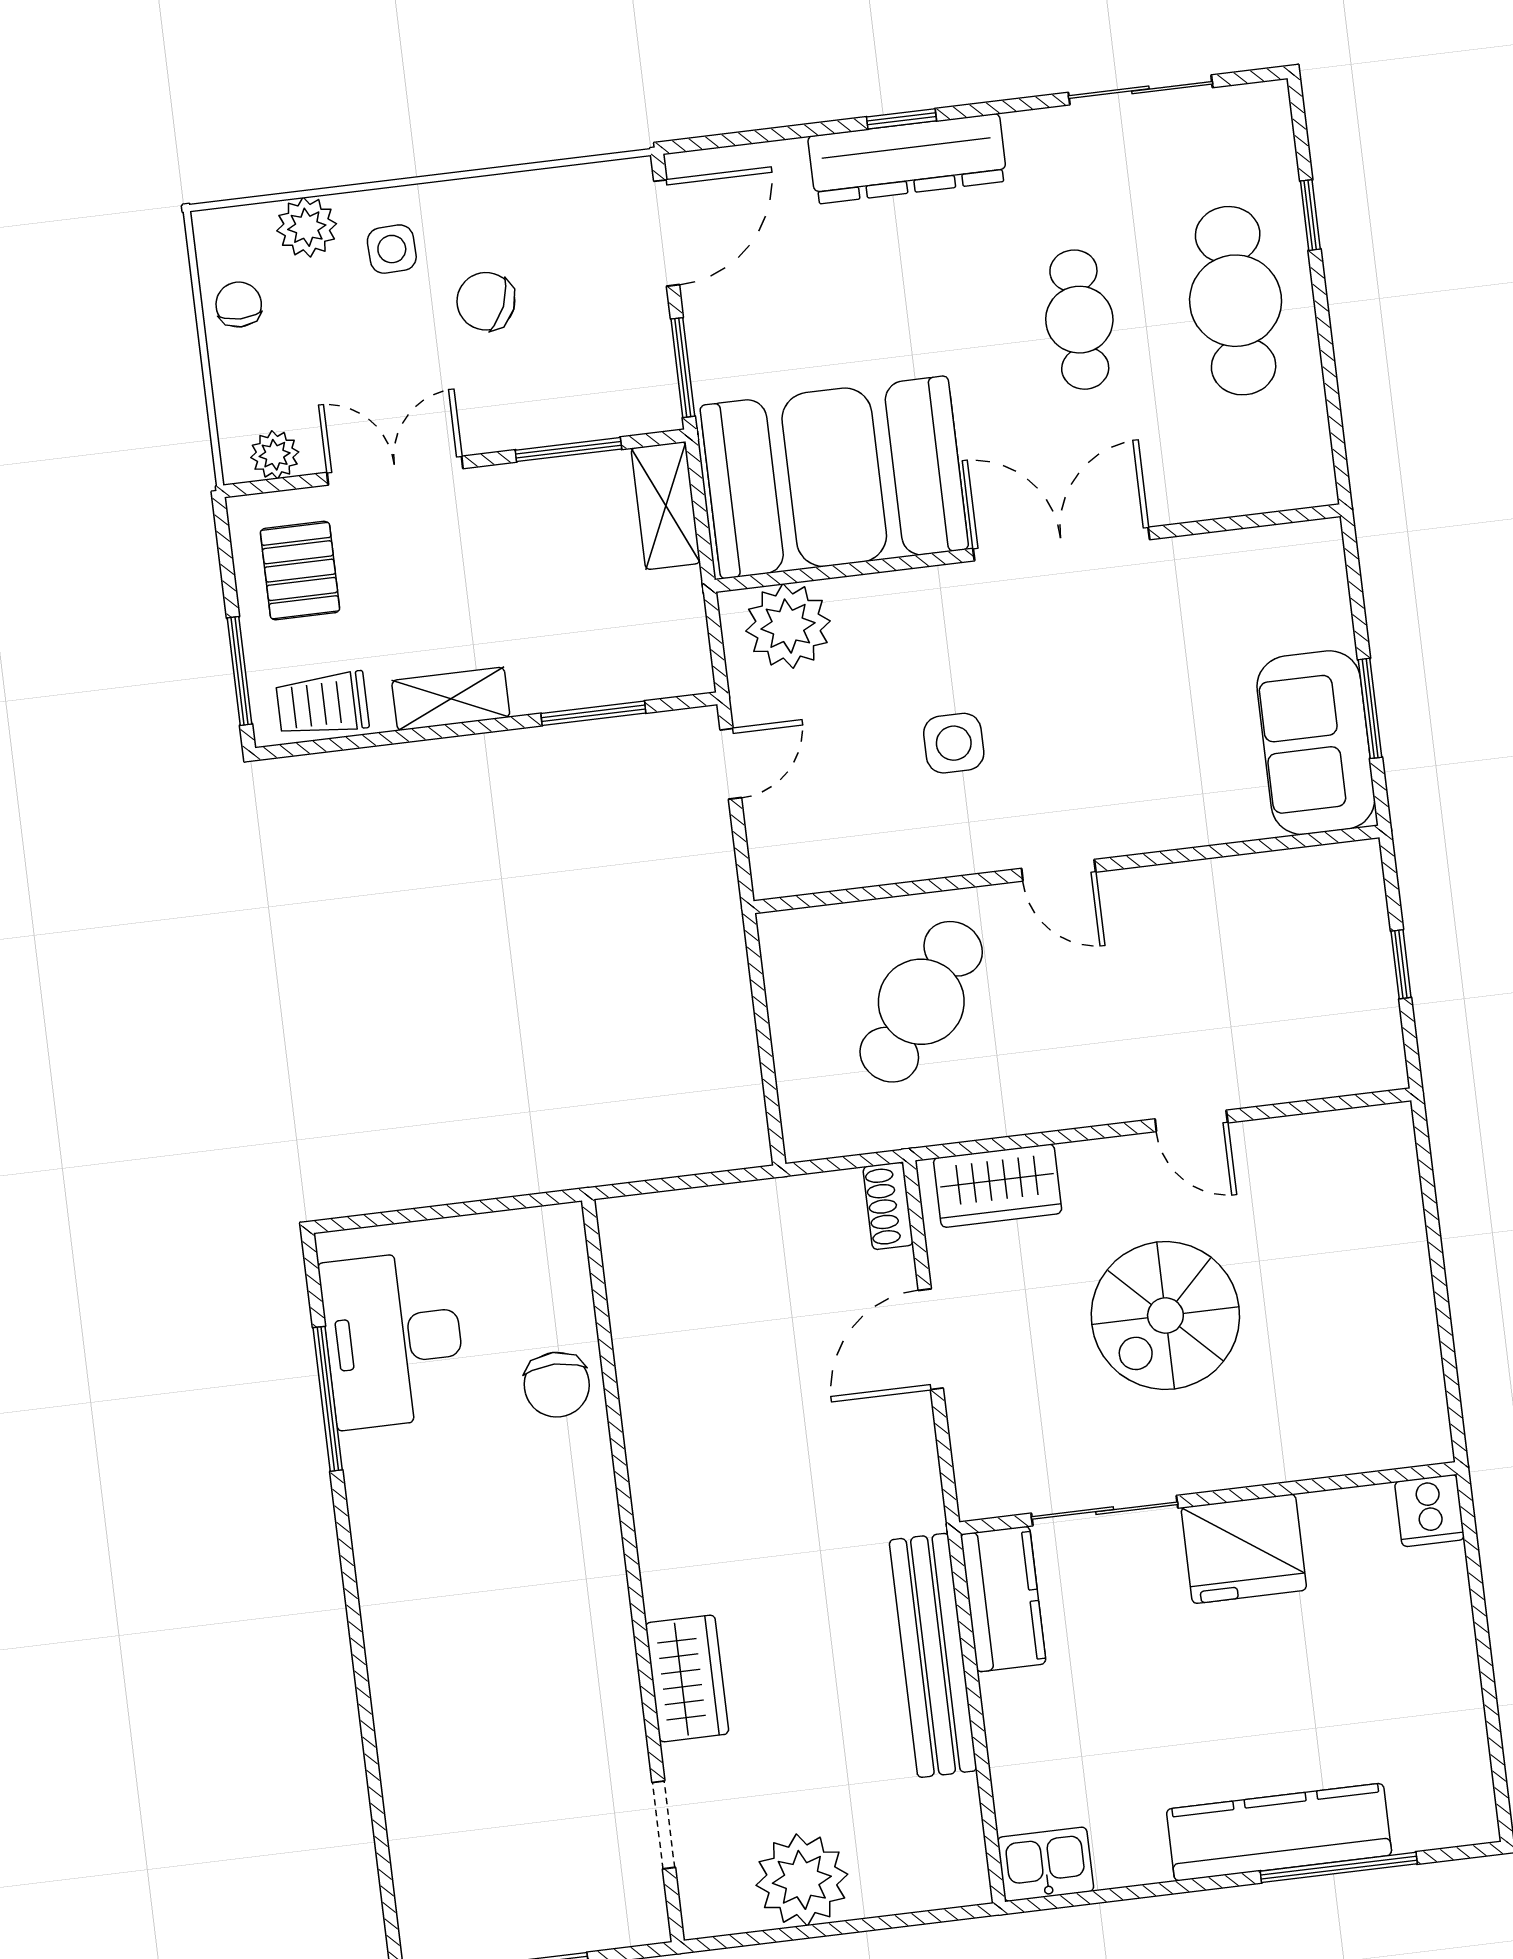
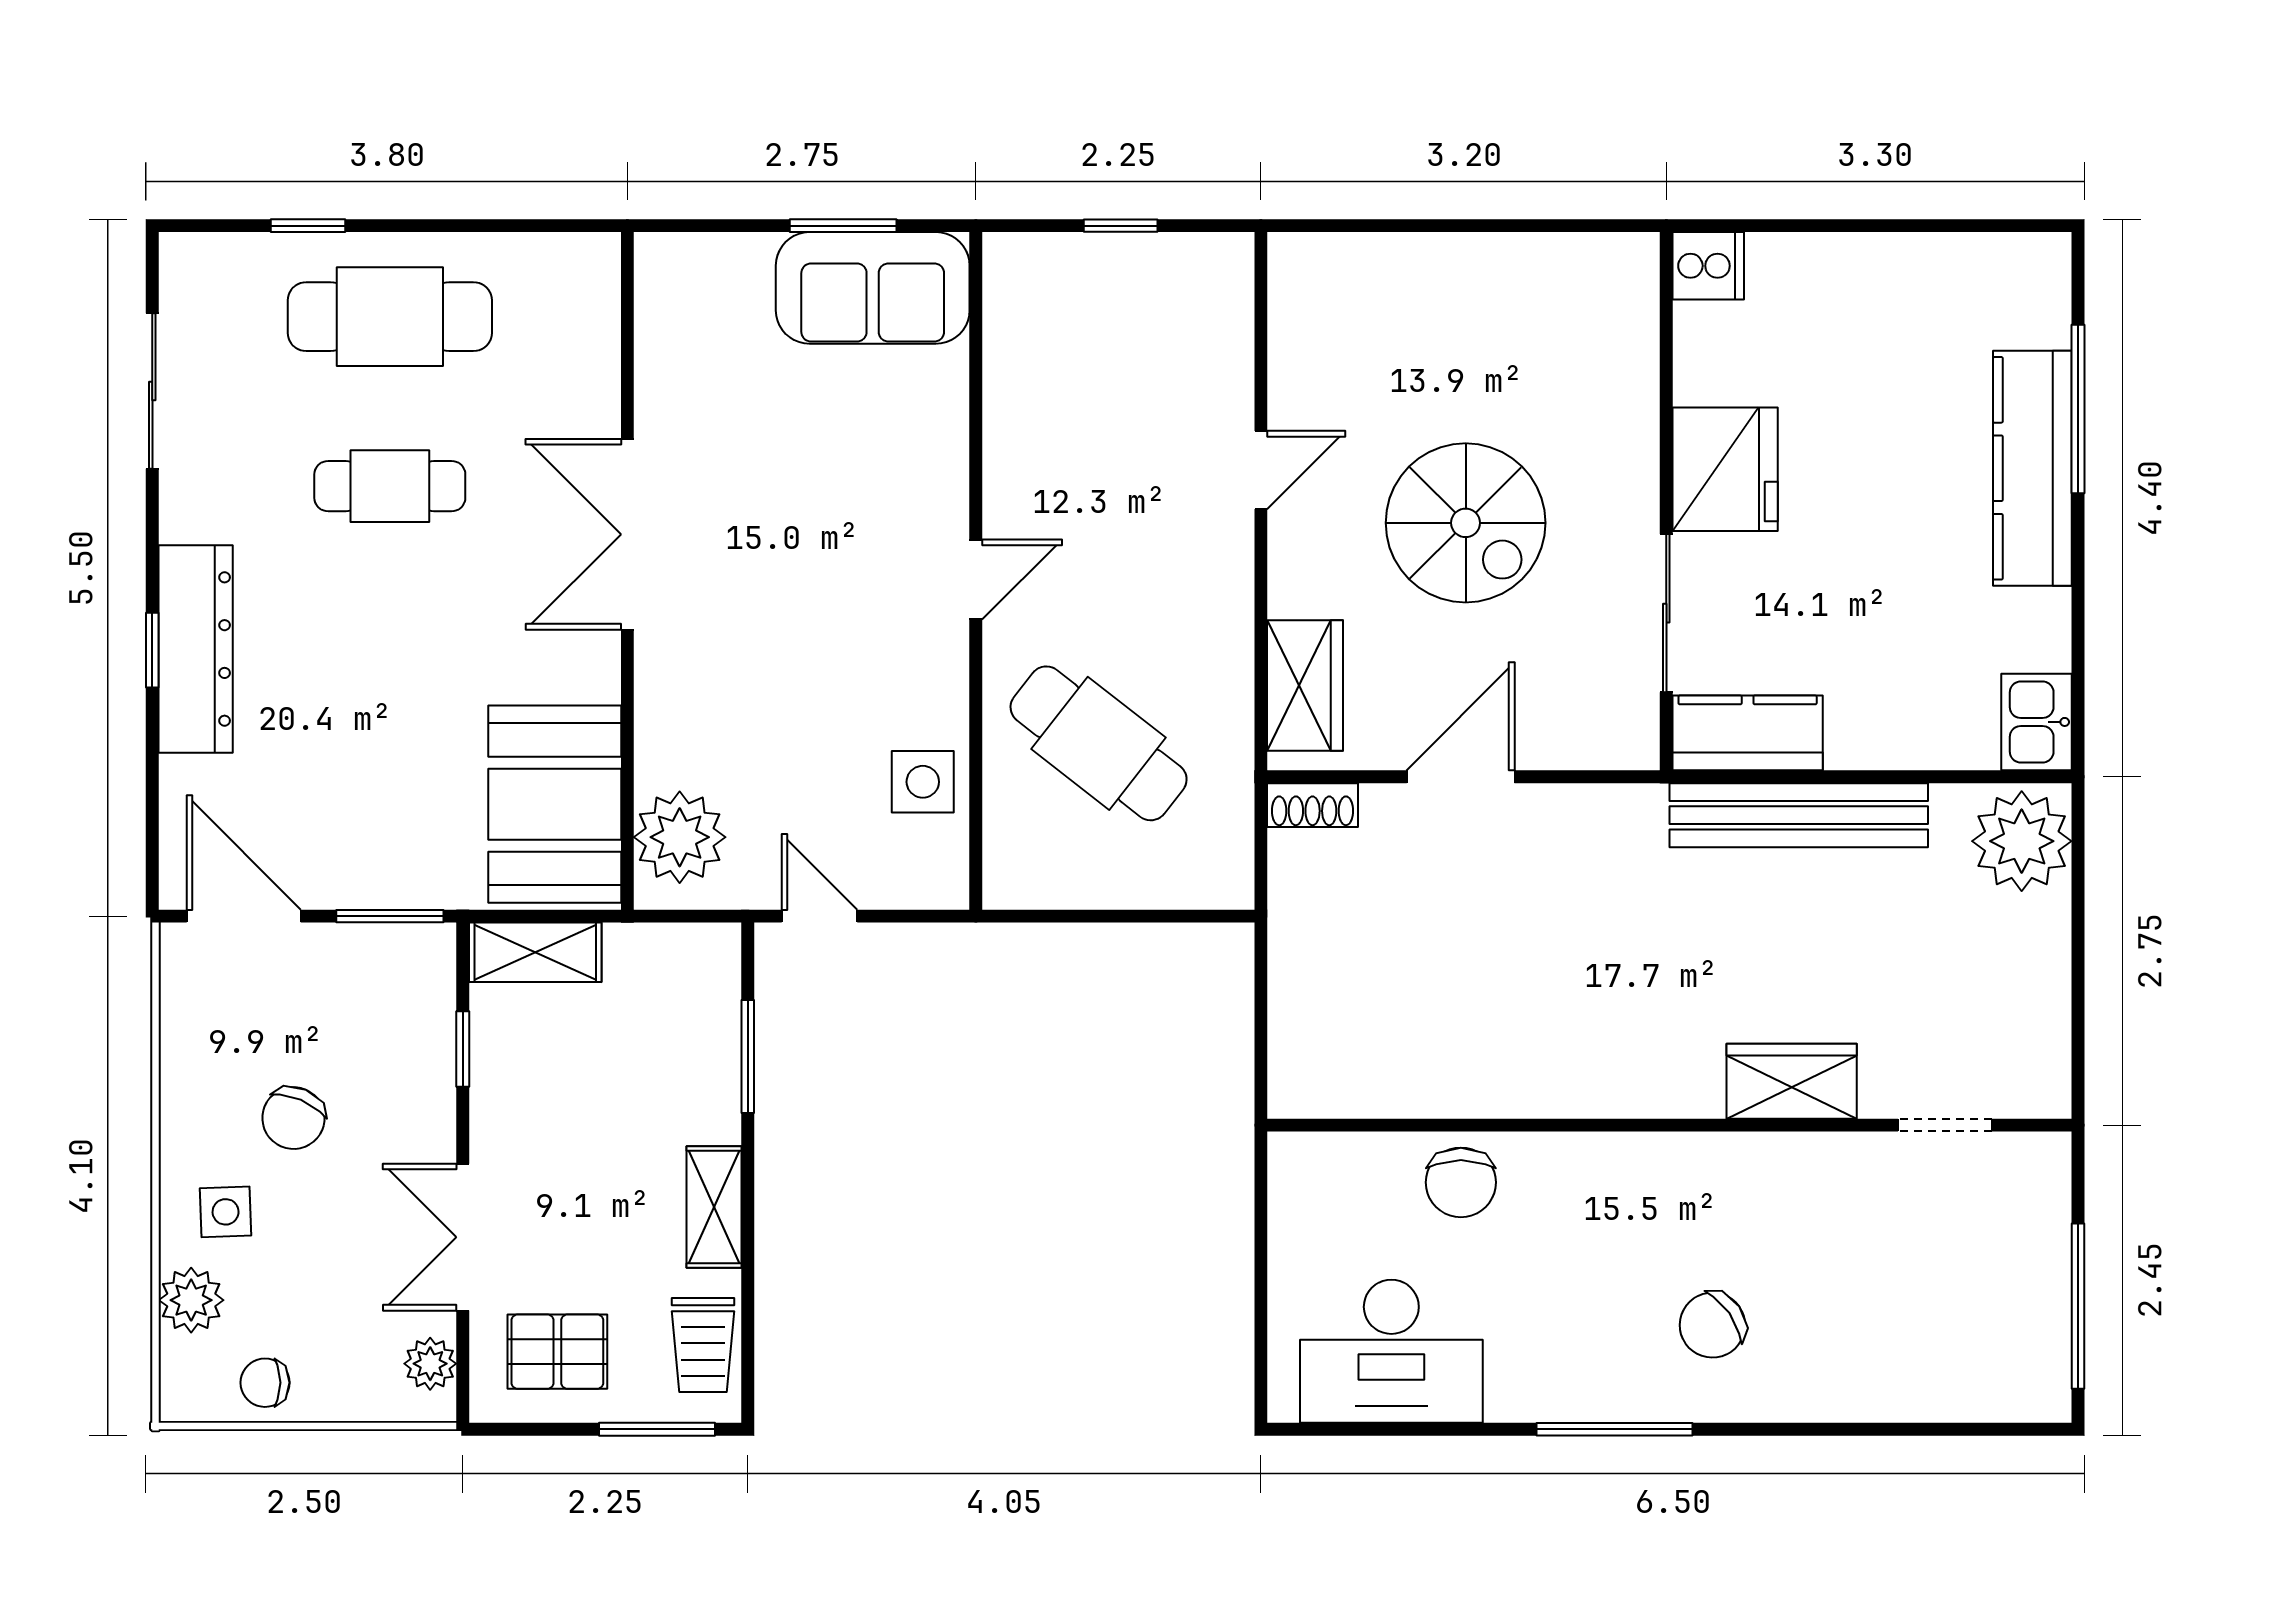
window: (568, 450) -> (463, 1049), width x0.67
booth: (834, 477) -> (555, 804), width x0.73, depth x0.70
side table: (954, 743) -> (923, 782), moved
door: (931, 1339) -> (1461, 777), swing flipped
chair: (557, 1385) -> (1461, 1182), turned 90
window: (328, 1399) -> (1615, 1429), moved
chair: (453, 1633) -> (1712, 1325), added
plant: (802, 1880) -> (2022, 841), moved

